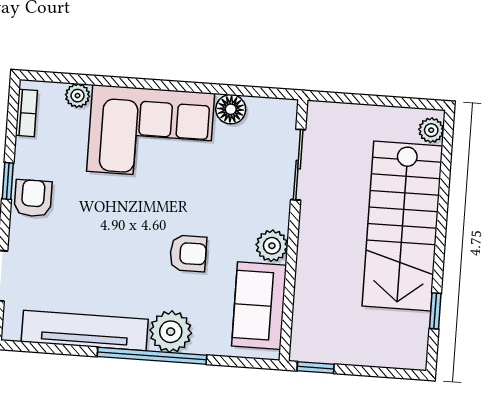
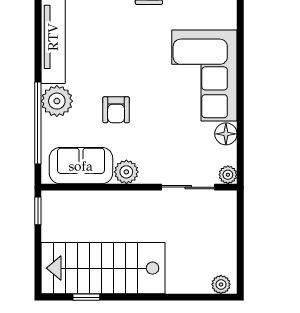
plant: (78, 96) -> (228, 175), moved
stairs: (402, 226) -> (103, 268), moved
window: (152, 356) -> (38, 123), moved

